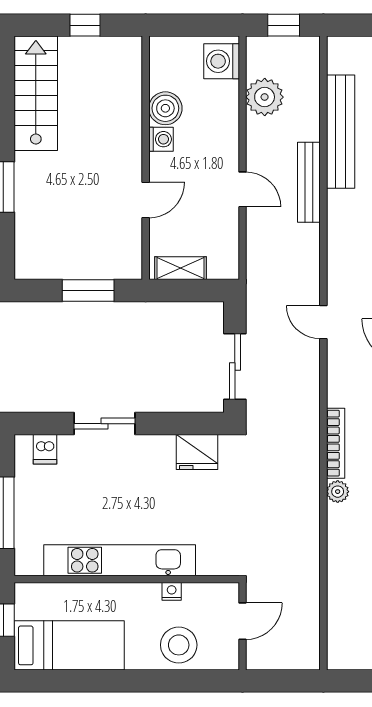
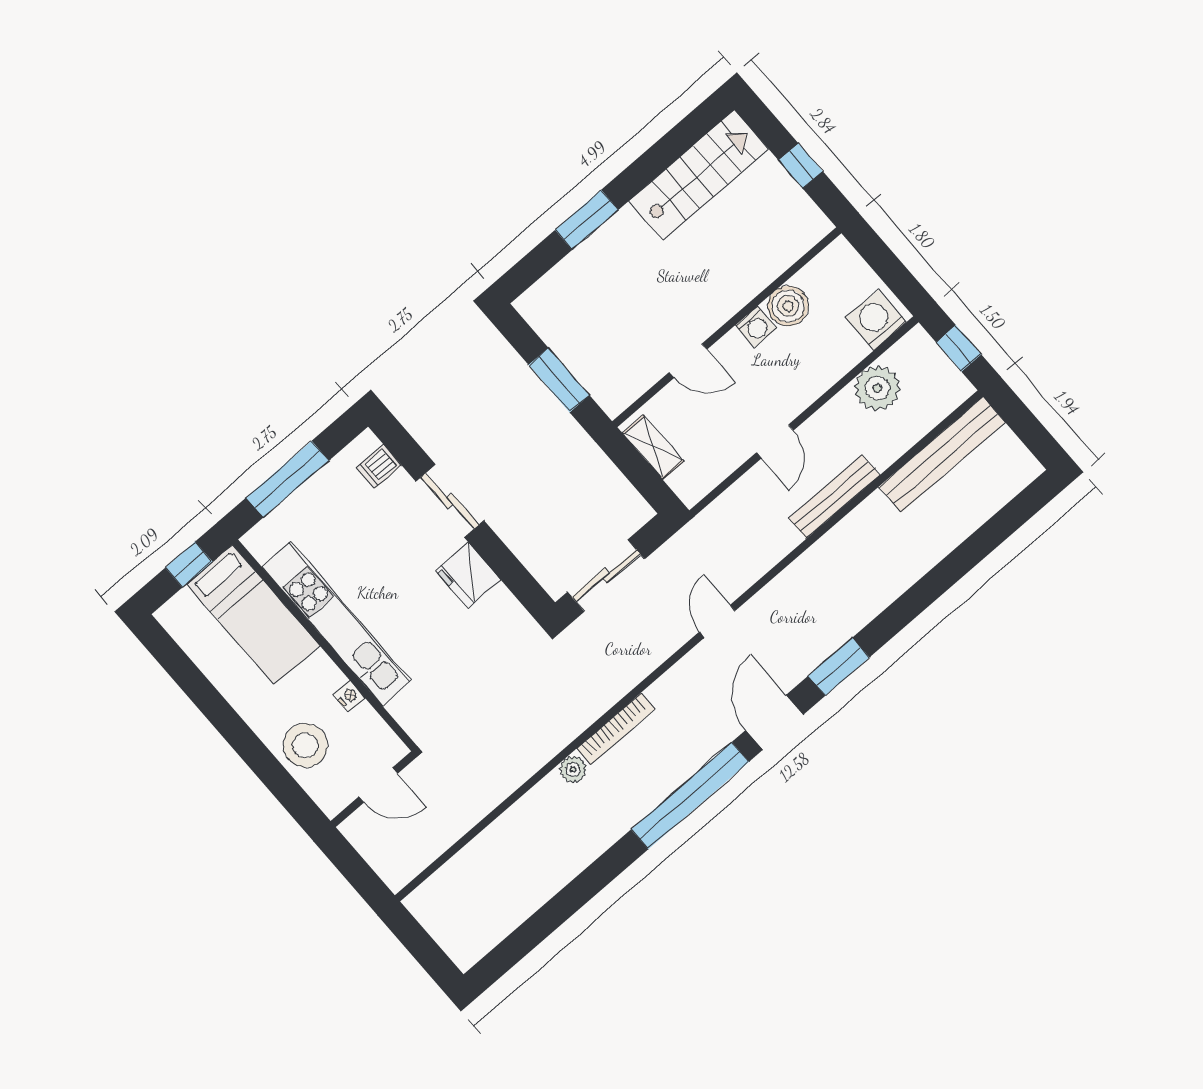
bench: (341, 132) -> (942, 454), moved
fridge: (197, 452) -> (468, 575), moved
bed: (69, 645) -> (253, 615), moved

